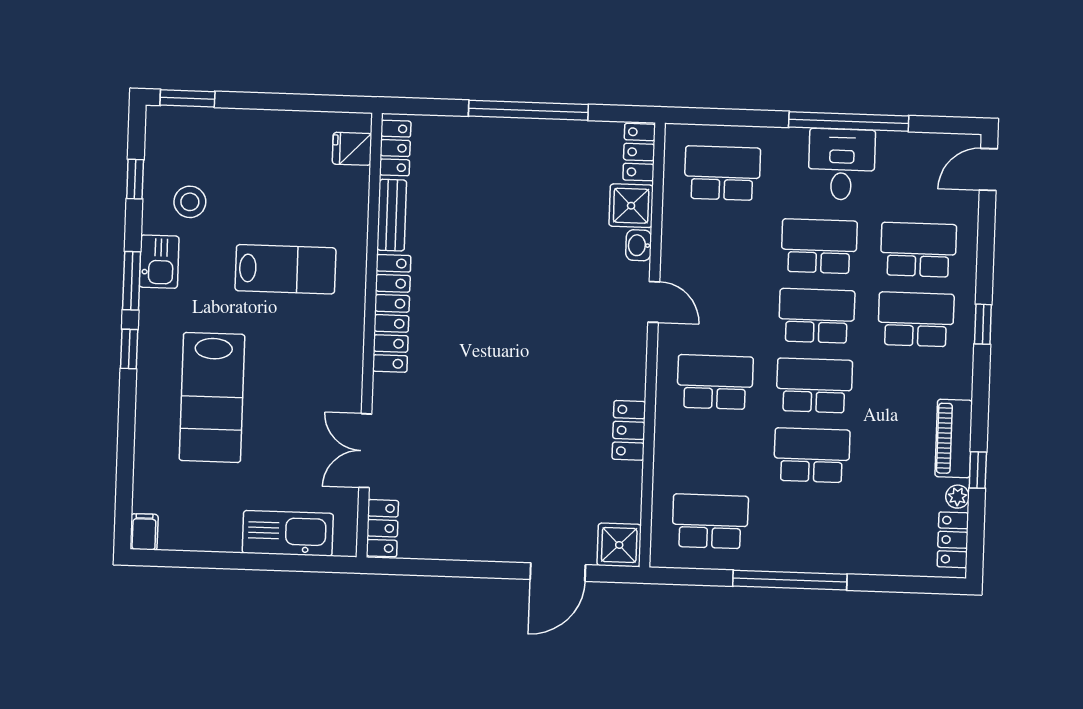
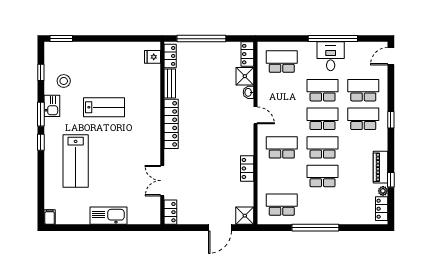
locker: (395, 148) -> (170, 56), moved
fridge: (352, 149) -> (152, 57), moved
bench: (392, 215) -> (170, 84), moved
locker: (392, 313) -> (171, 124), moved
wall: (369, 335) -> (162, 133), moved
double door: (365, 451) -> (162, 181), moved
locker: (382, 528) -> (170, 212), moved

